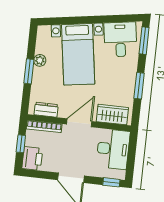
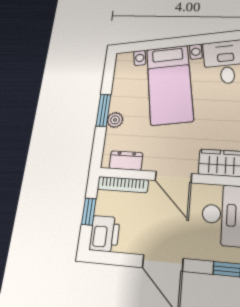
plant: (40, 60) -> (115, 120), moved
door: (79, 123) -> (173, 177), swing flipped

